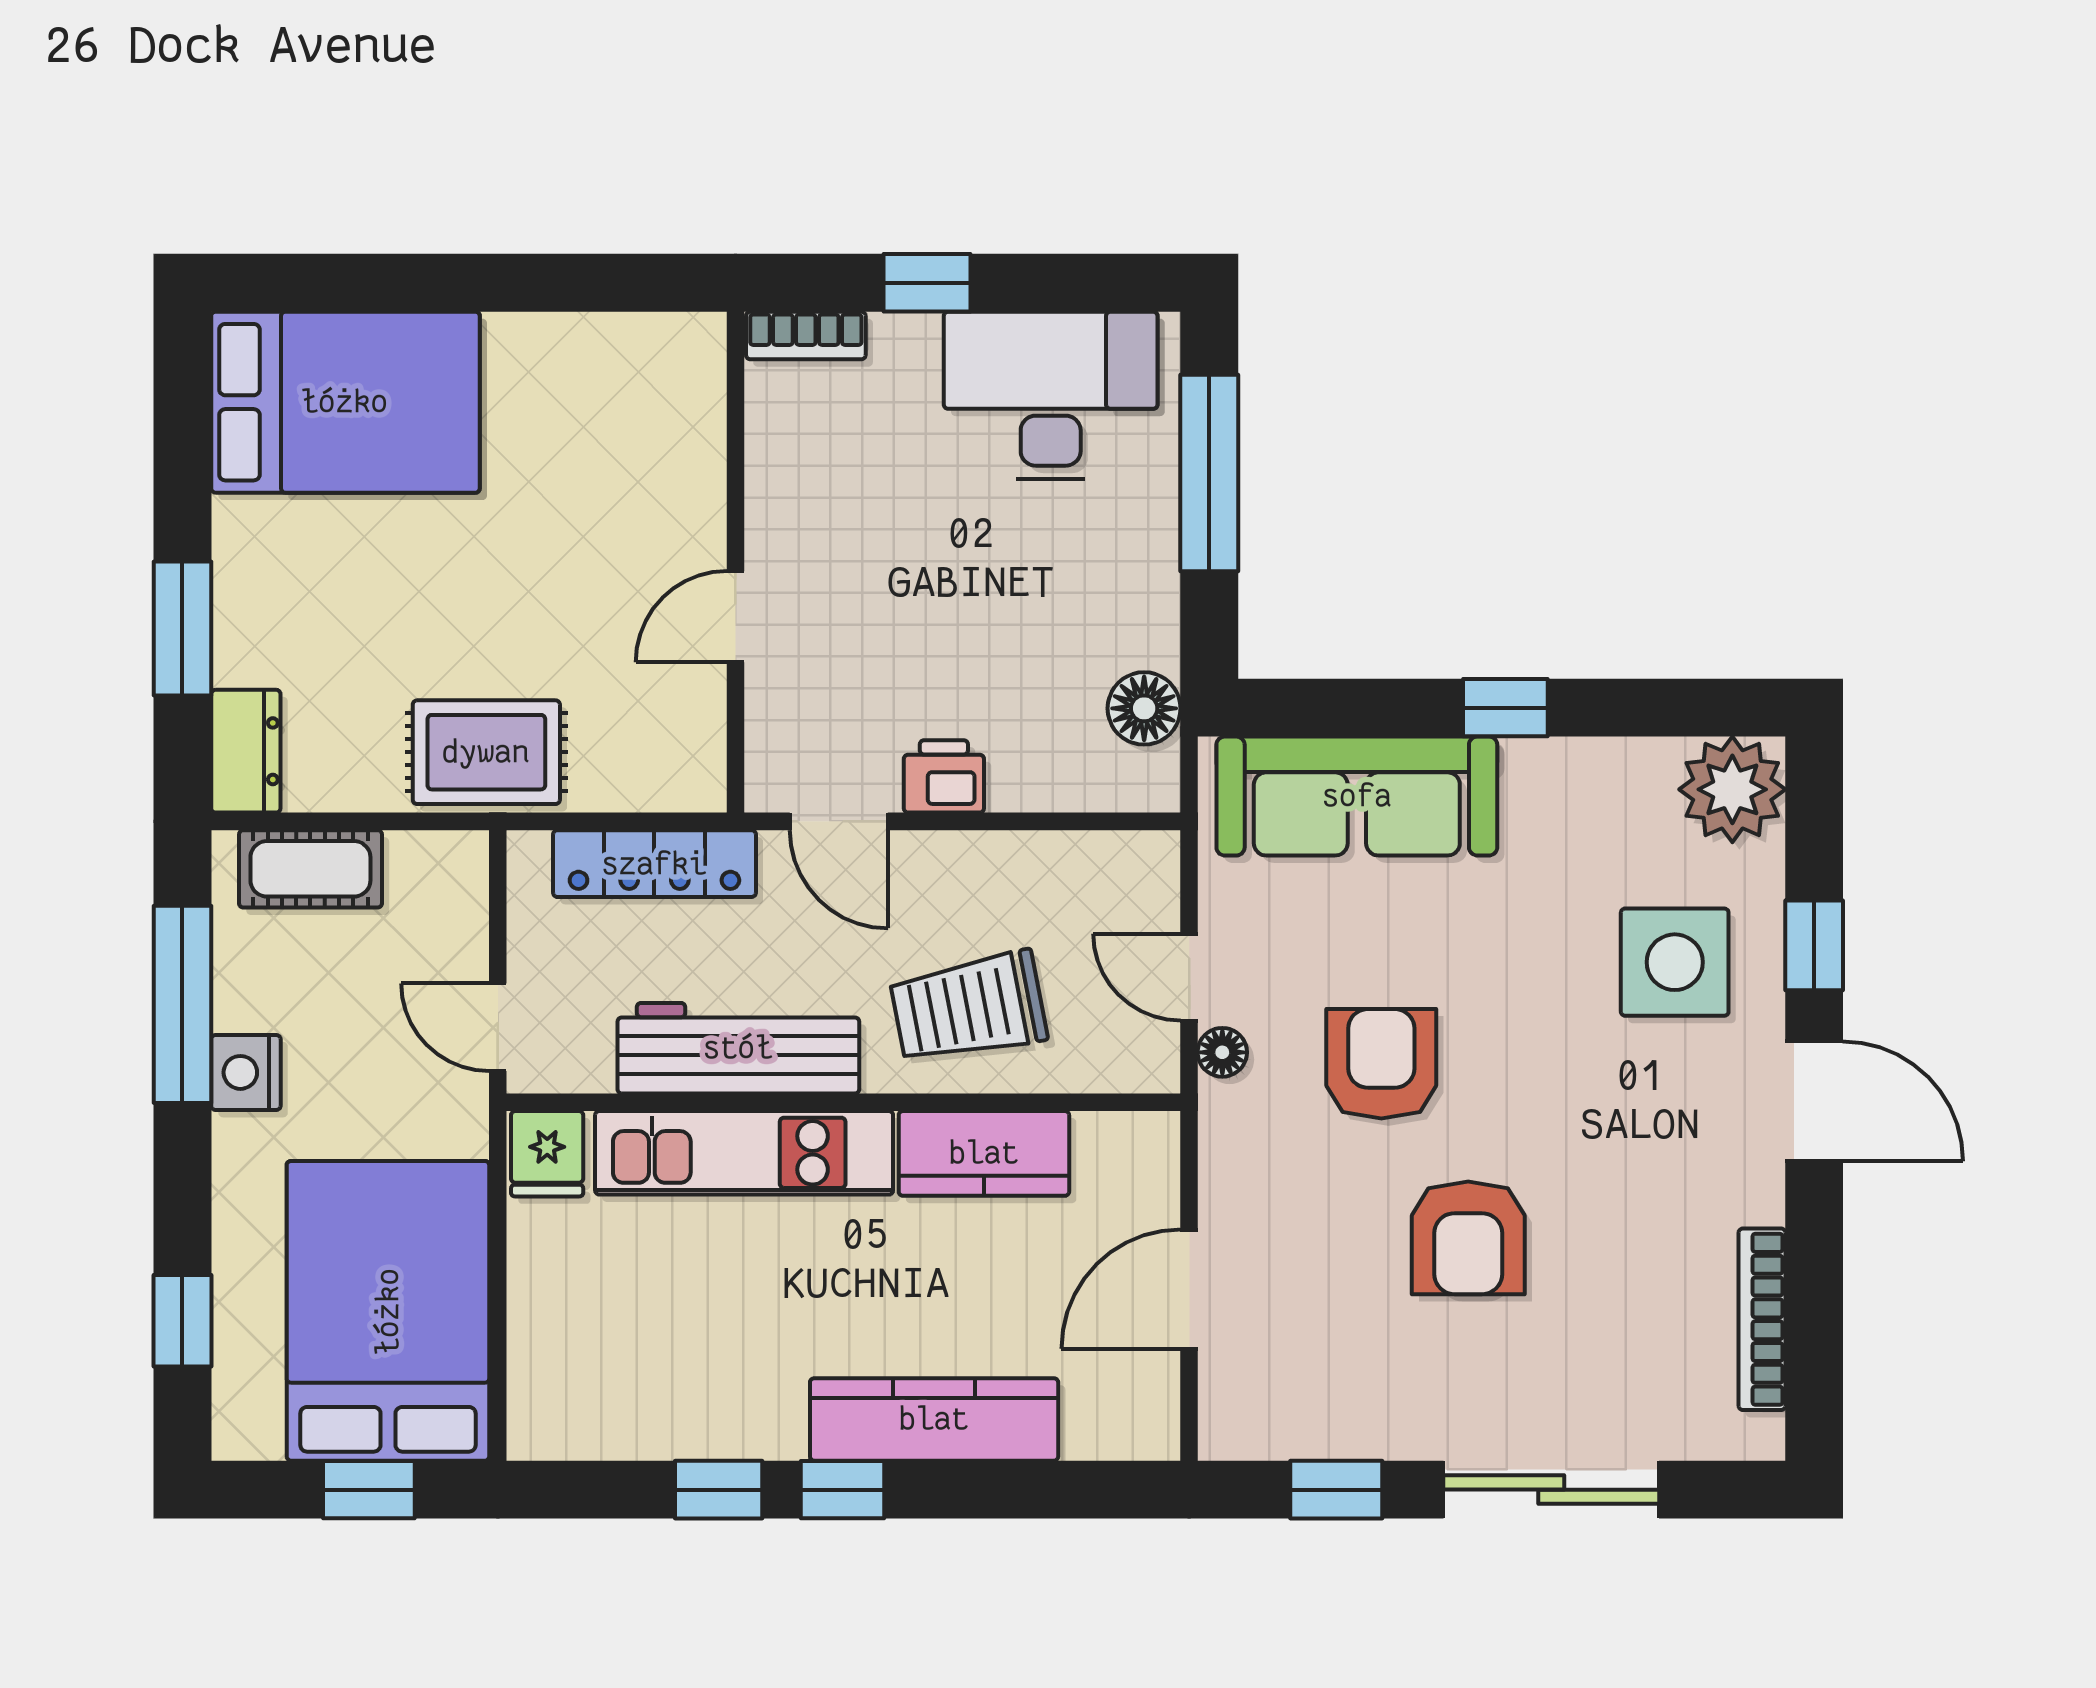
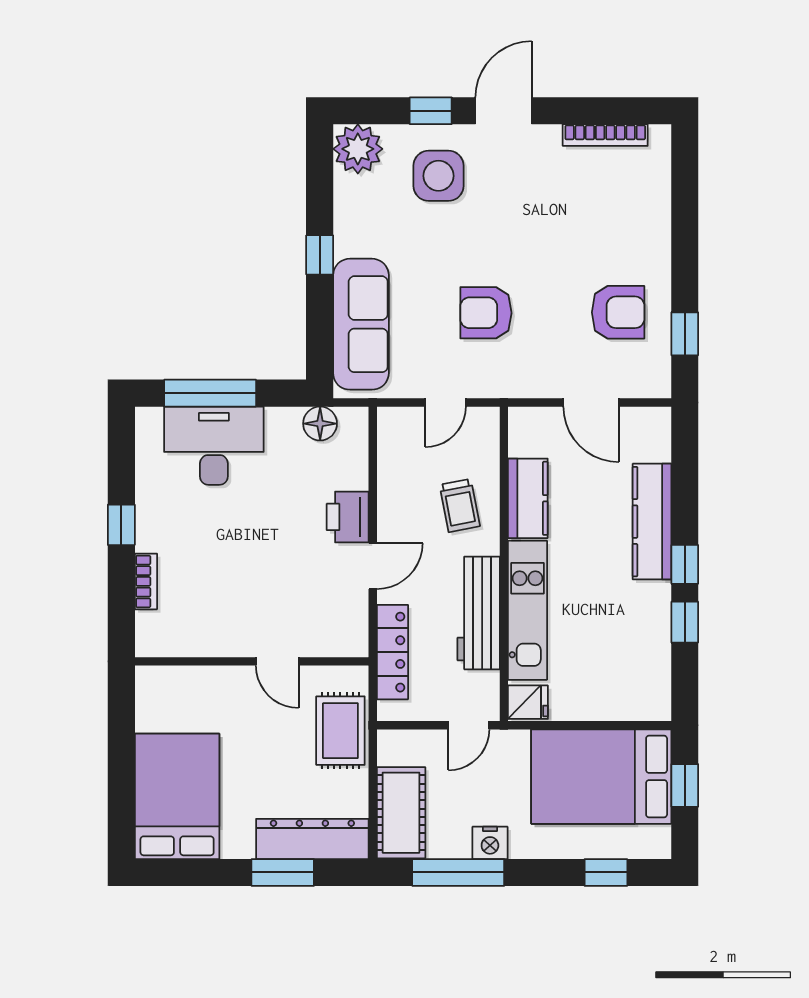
desk: (1051, 395) -> (214, 446), moved, turned 90
wall: (735, 562) -> (252, 661), moved
door: (735, 617) -> (277, 661), moved
dresser: (246, 751) -> (312, 839), width x1.96, depth x1.24
printer: (944, 776) -> (348, 517), width x1.36, depth x1.24
cot: (310, 869) -> (401, 813), width x1.37, depth x1.34
trolley: (968, 1008) -> (460, 505), width x0.73, depth x0.72
floor lamp: (1222, 1052) -> (481, 387), removed
armchair: (1468, 1238) -> (618, 312), moved
sliding door: (1551, 1490) -> (685, 233), removed

